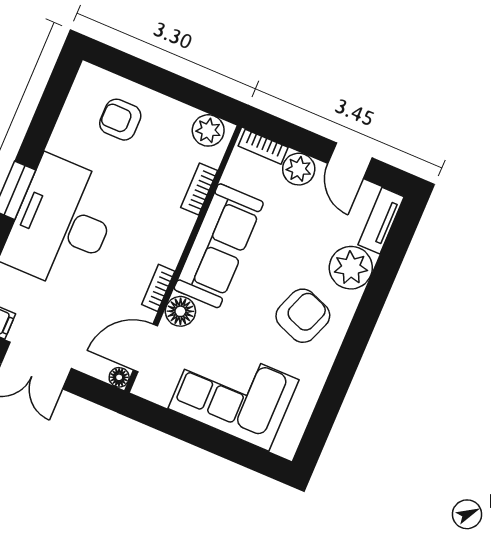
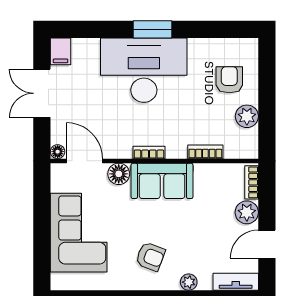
plant: (208, 130) -> (247, 116), moved
sofa: (219, 246) -> (162, 181), width x0.73
plant: (351, 268) -> (189, 282), width x0.53, depth x0.53
bookcase: (158, 288) -> (149, 152), moved
armchair: (303, 316) -> (150, 257), width x0.72, depth x0.72

